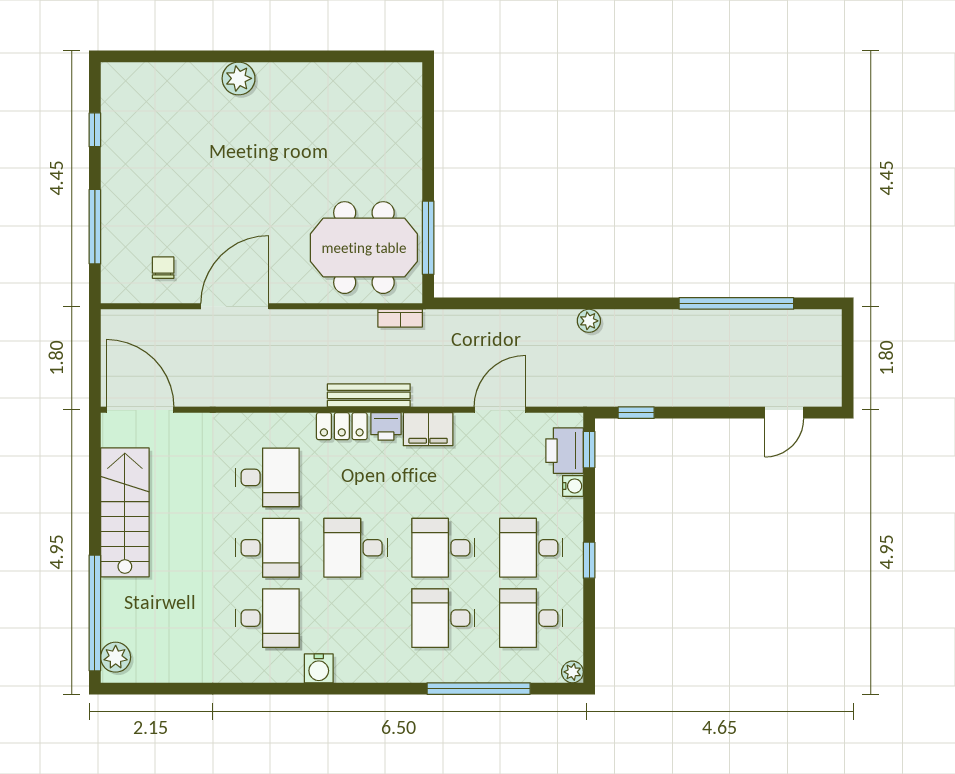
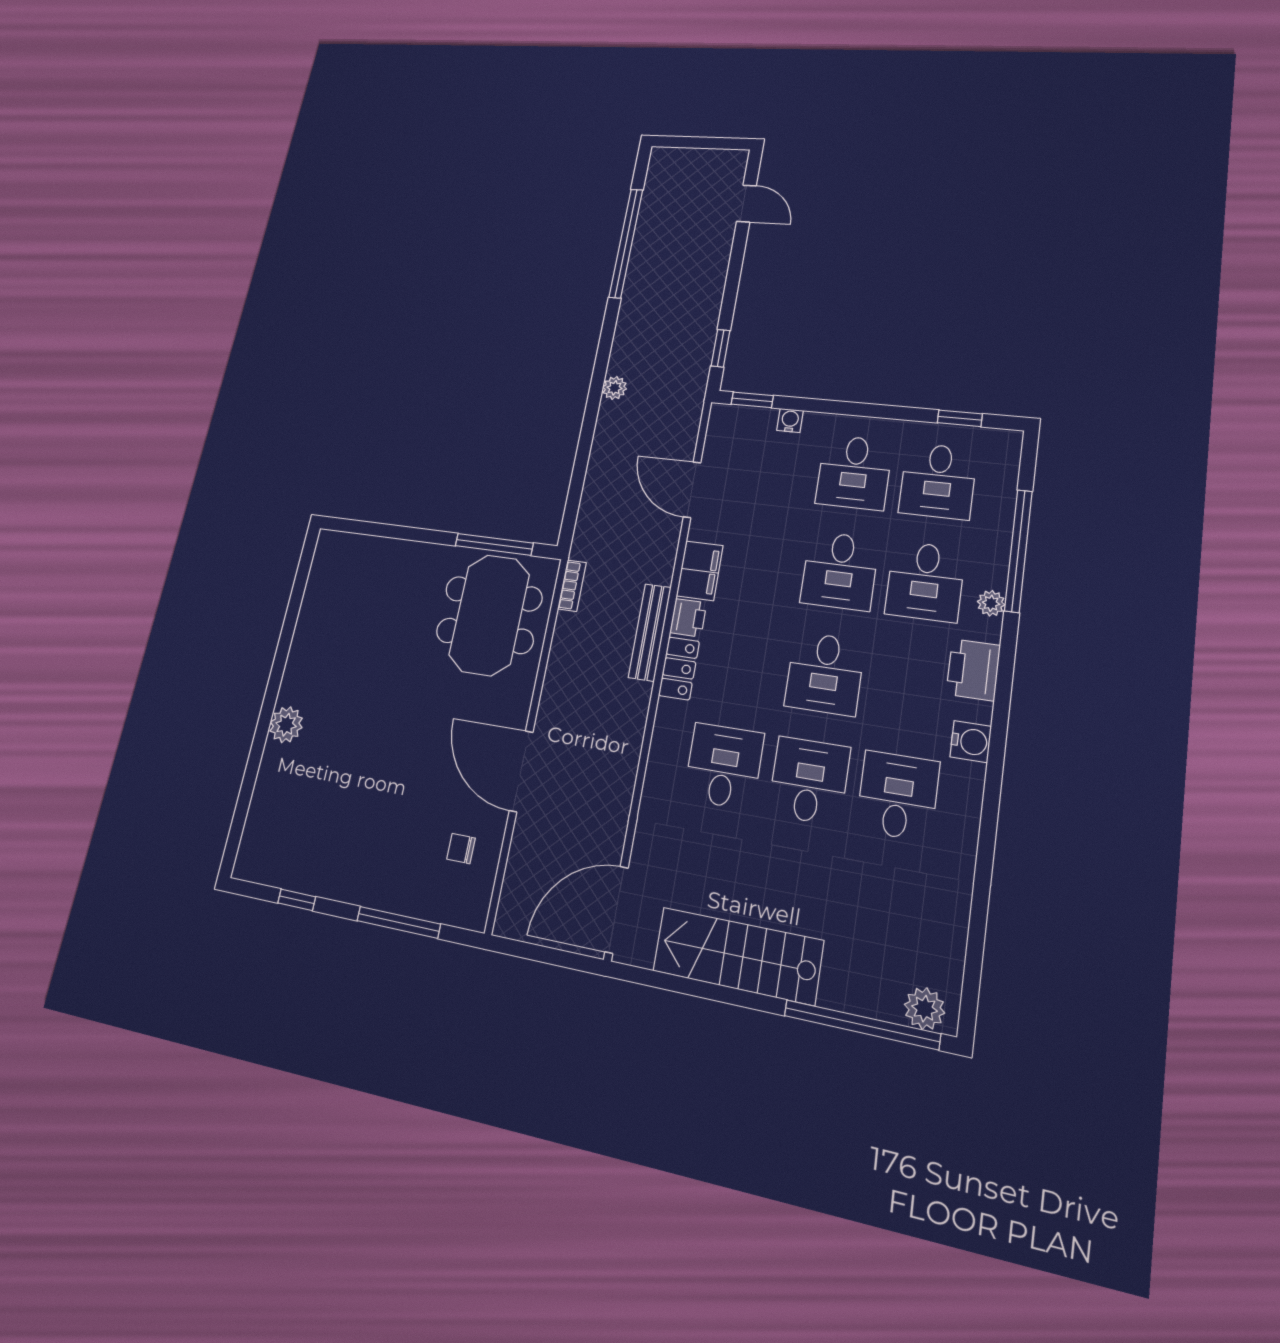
printer: (565, 451) -> (973, 670), moved, turned 90
window: (589, 560) -> (960, 418), moved
plant: (572, 672) -> (991, 603), moved

